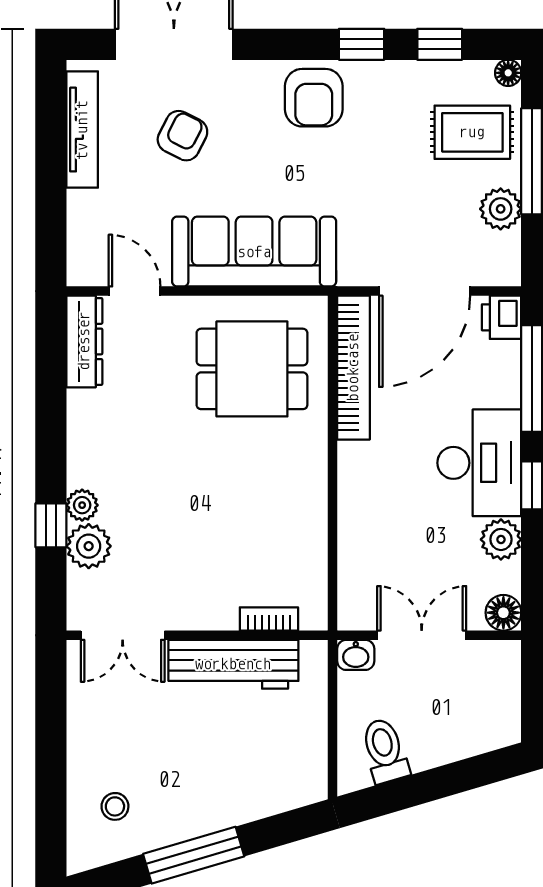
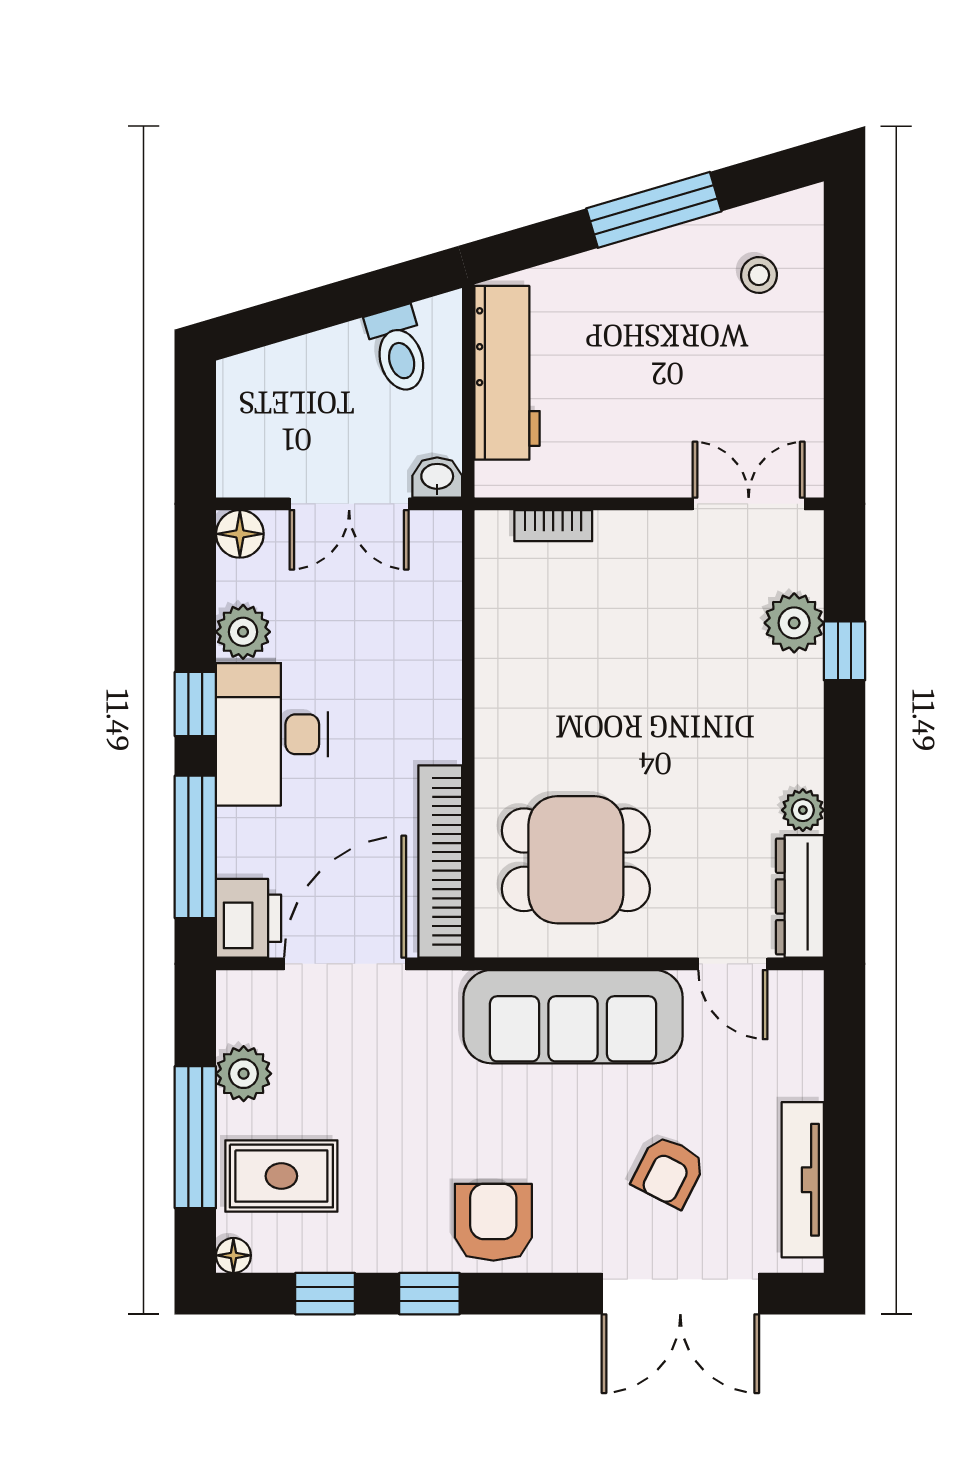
printer: (502, 317) -> (249, 918), width x1.36, depth x1.24
plant: (82, 505) -> (803, 810), moved
workbench: (233, 664) -> (507, 373), moved, turned 90

